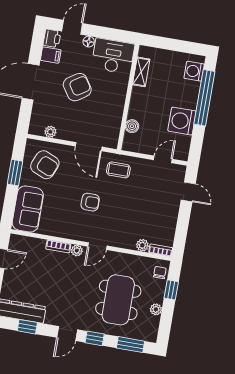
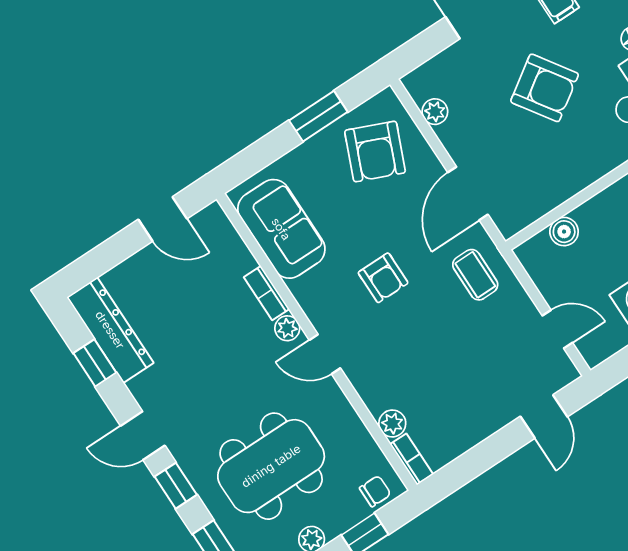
sofa: (28, 209) -> (281, 229), moved, turned -90

